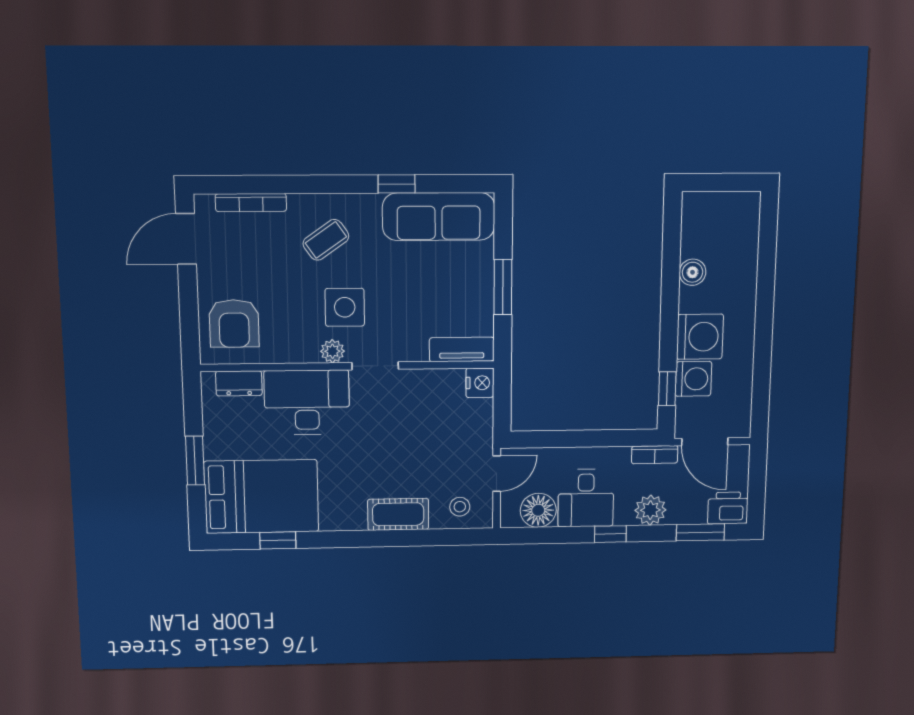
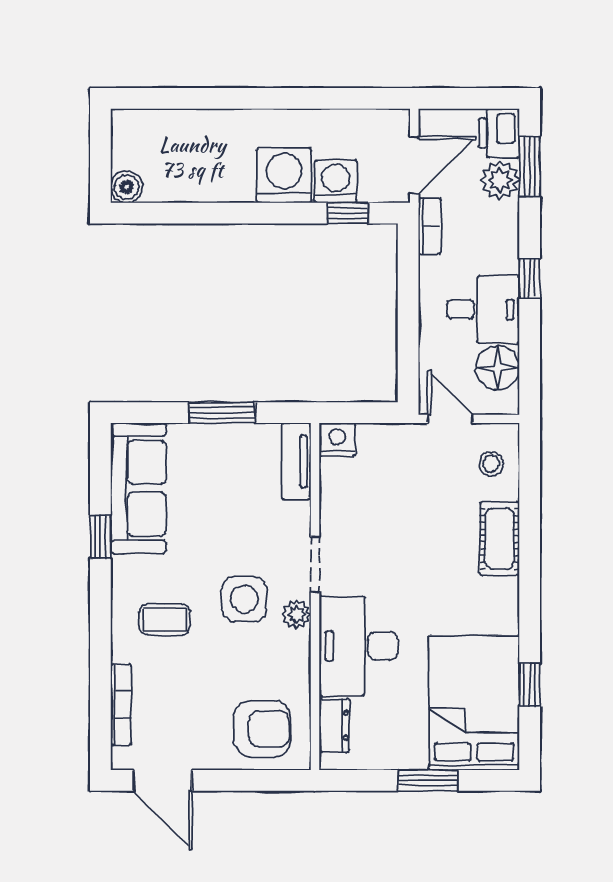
coffee table: (326, 240) -> (165, 619), turned -55
boiler: (693, 272) -> (127, 187), moved
plant: (650, 510) -> (500, 180), moved

